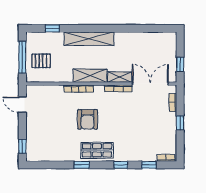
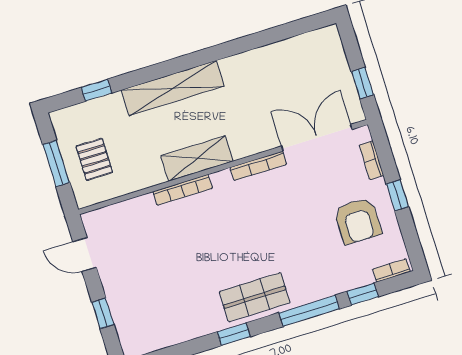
window: (22, 57) -> (56, 163), width x0.69
pallet: (41, 61) -> (94, 159), turned 90
shelving: (120, 77) -> (254, 144), removed
armchair: (88, 119) -> (358, 221), moved
window: (22, 146) -> (103, 313), moved
window: (121, 165) -> (309, 311), width x2.17

